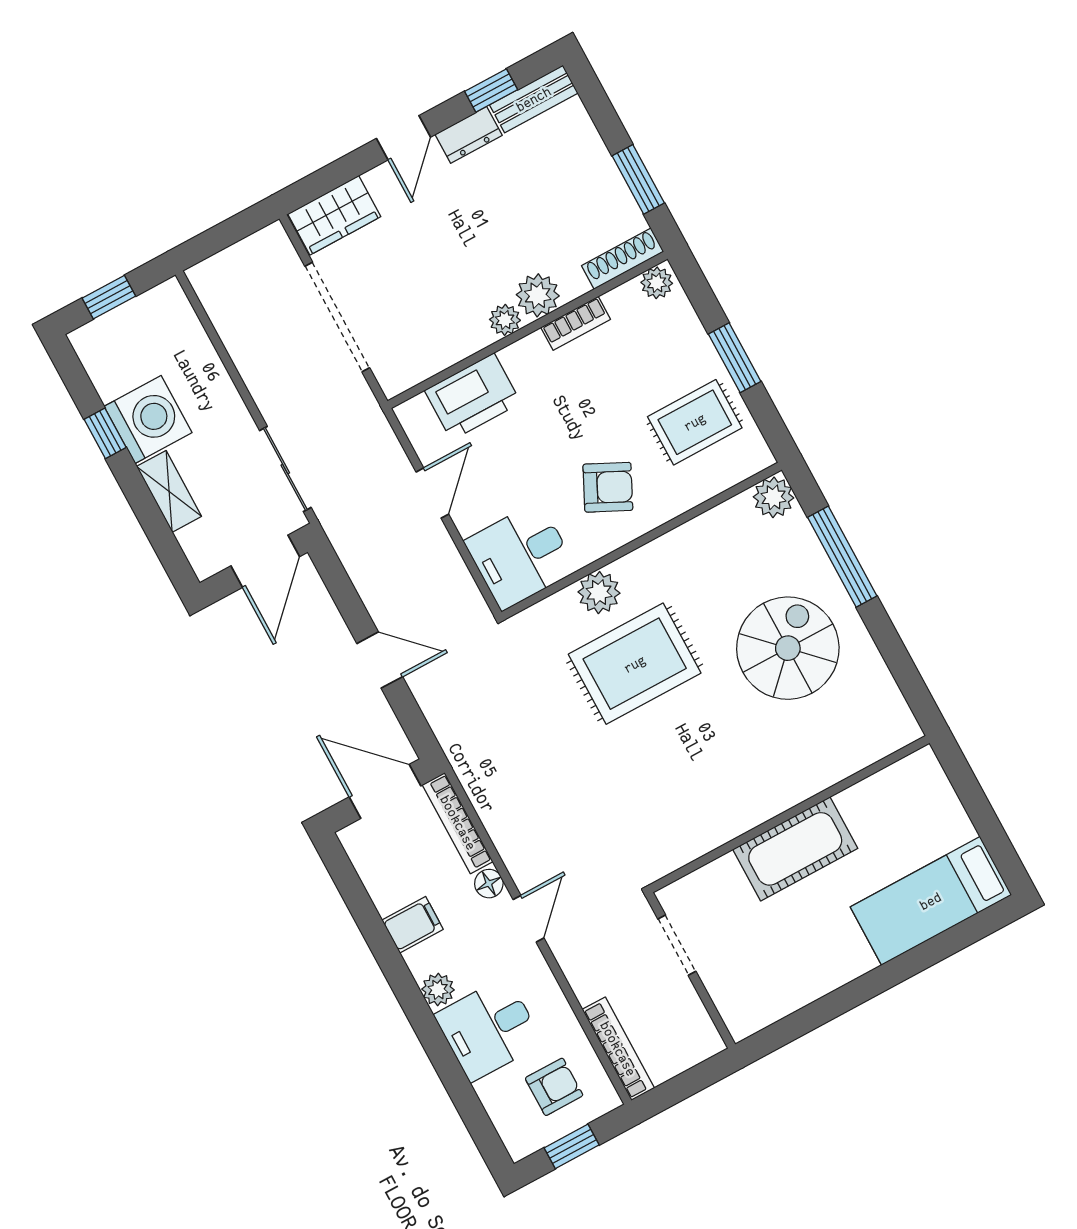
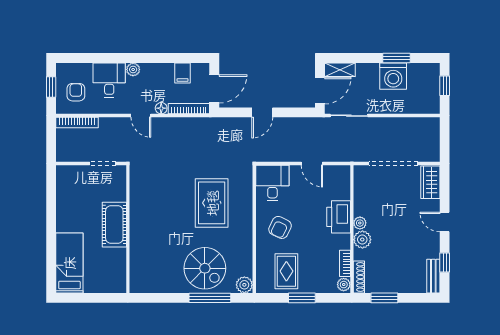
dresser: (469, 135) -> (433, 246), removed
bookcase: (576, 323) -> (345, 263), moved
printer: (473, 397) -> (339, 217), moved
window: (105, 433) -> (397, 58), width x1.50
shelving: (169, 491) -> (340, 70), moved
door: (265, 561) -> (320, 91), swing flipped
plant: (599, 593) -> (244, 204), removed
spiral stairs: (788, 648) -> (205, 268), moved
filing cabinet: (413, 925) -> (183, 73), moved
armchair: (554, 1087) -> (76, 92), turned 180

